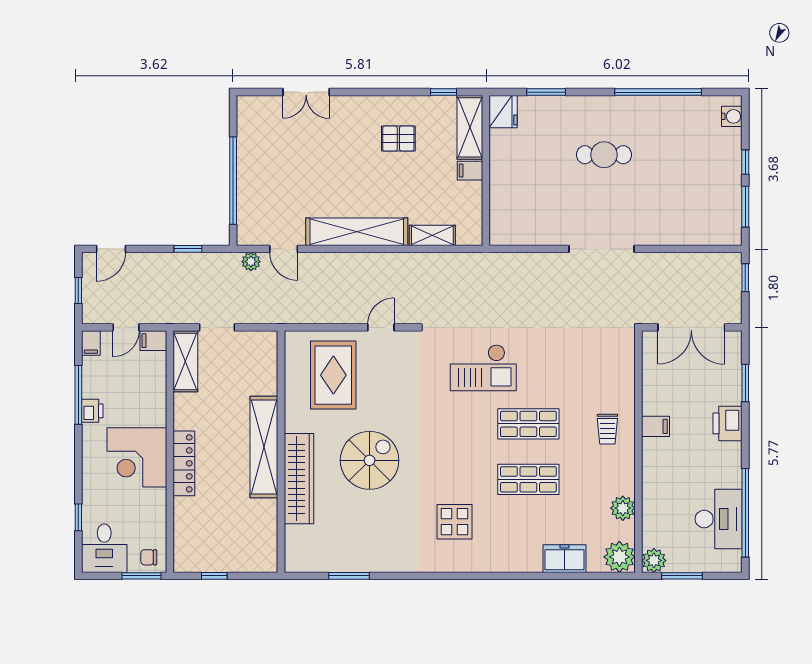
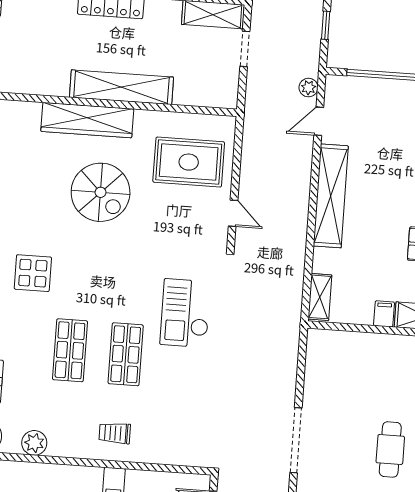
shelving: (432, 235) -> (320, 297), moved

